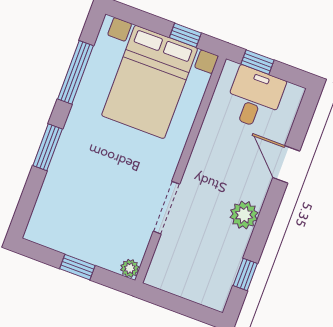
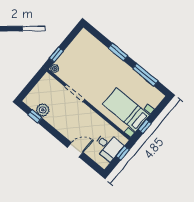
bed with nightstands: (150, 82) -> (126, 110), width x0.73
plant: (244, 215) -> (43, 110), moved
window: (77, 267) -> (56, 55), moved

